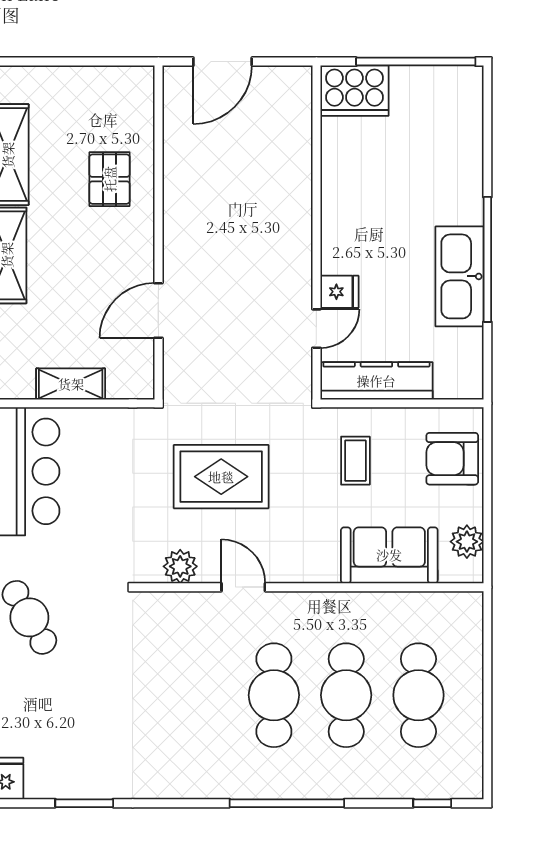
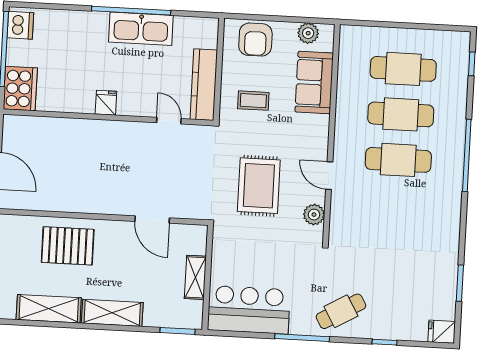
dishwasher: (455, 85) -> (20, 25), added
pallet: (110, 179) -> (68, 246), width x1.50, depth x1.42
fridge: (339, 292) -> (106, 103), moved
door: (243, 587) -> (329, 176), hinge flipped

